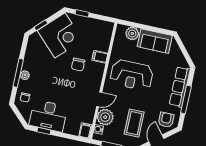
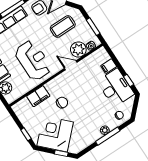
filing cabinet: (100, 57) -> (38, 96), width x2.00
filing cabinet: (85, 130) -> (109, 66), moved

